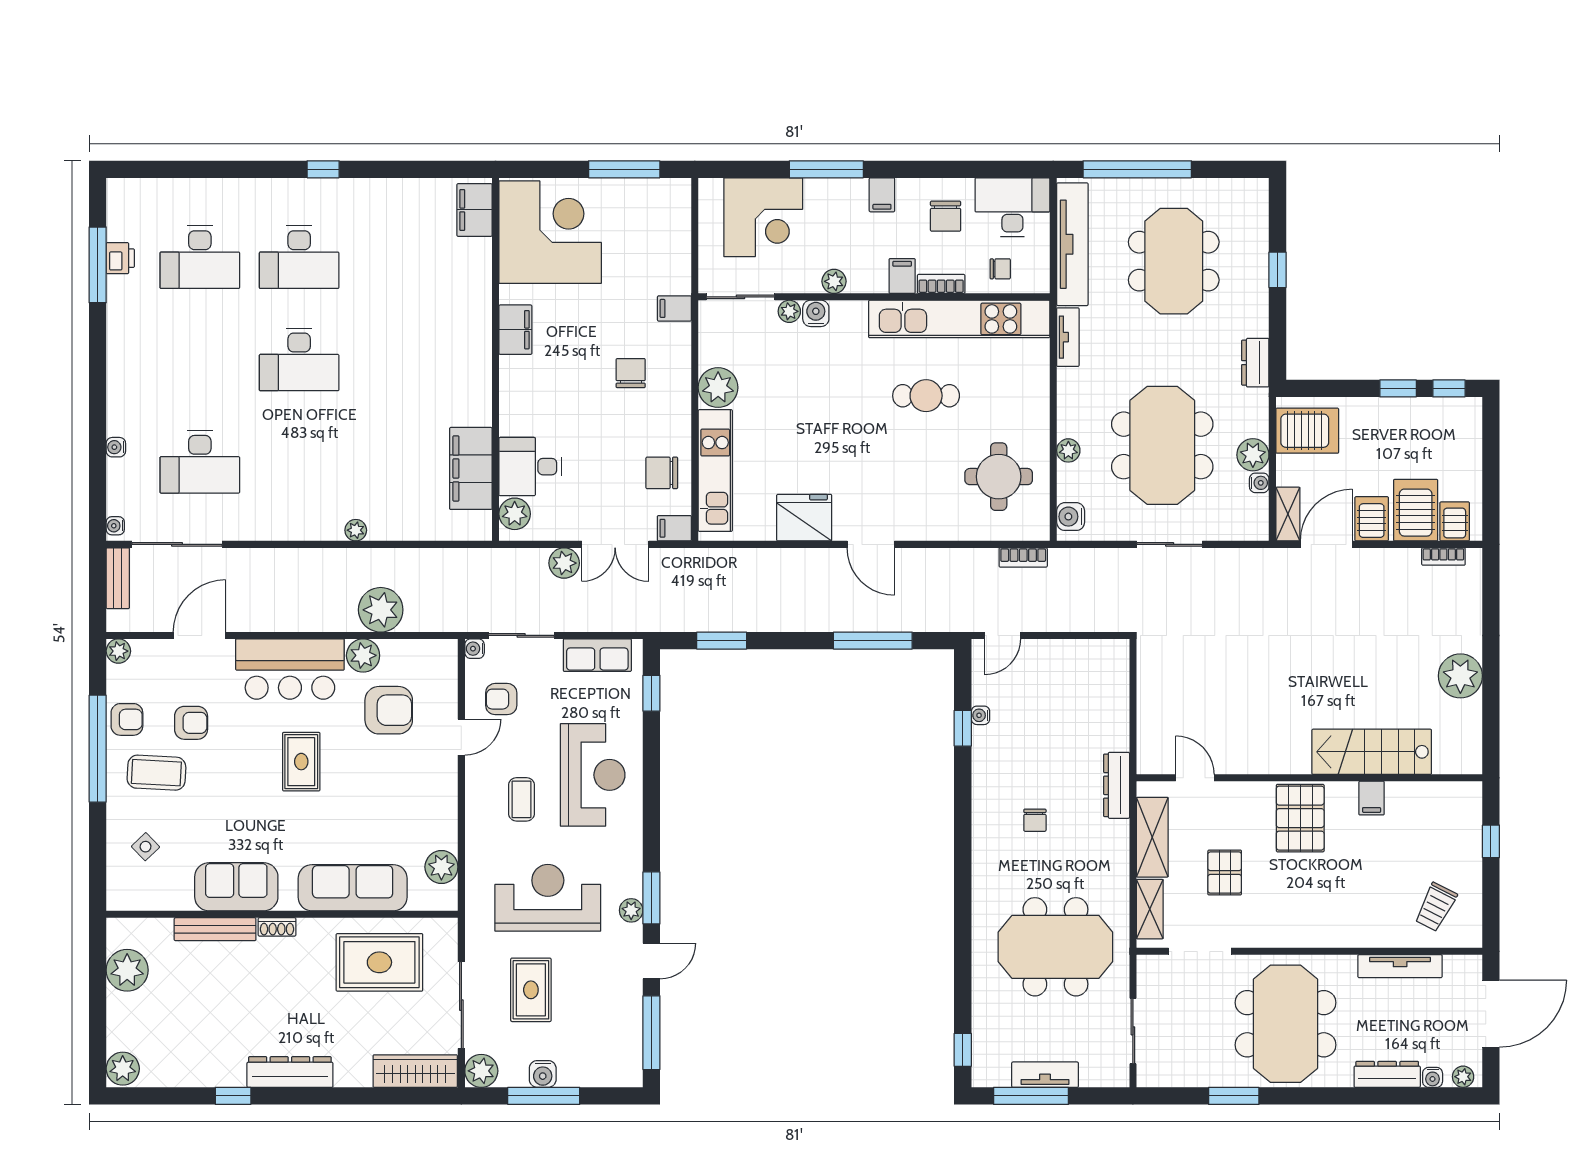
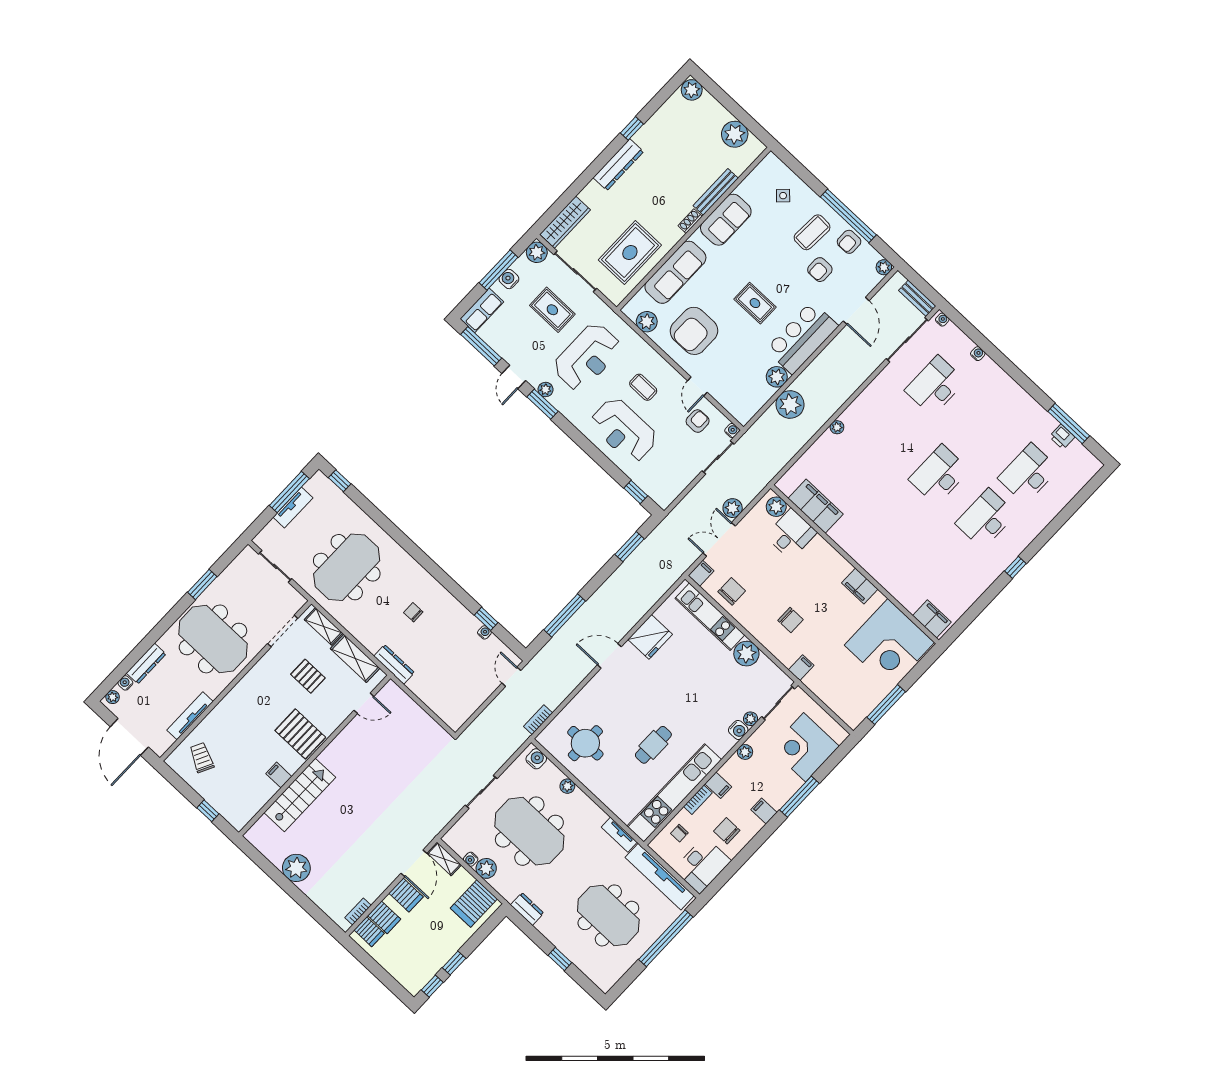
server rack: (1416, 510) -> (384, 917), width x0.73, depth x0.70
row of seats: (597, 655) -> (482, 310), moved, turned 180
armchair: (389, 710) -> (694, 331), moved, width x1.36, depth x1.36

